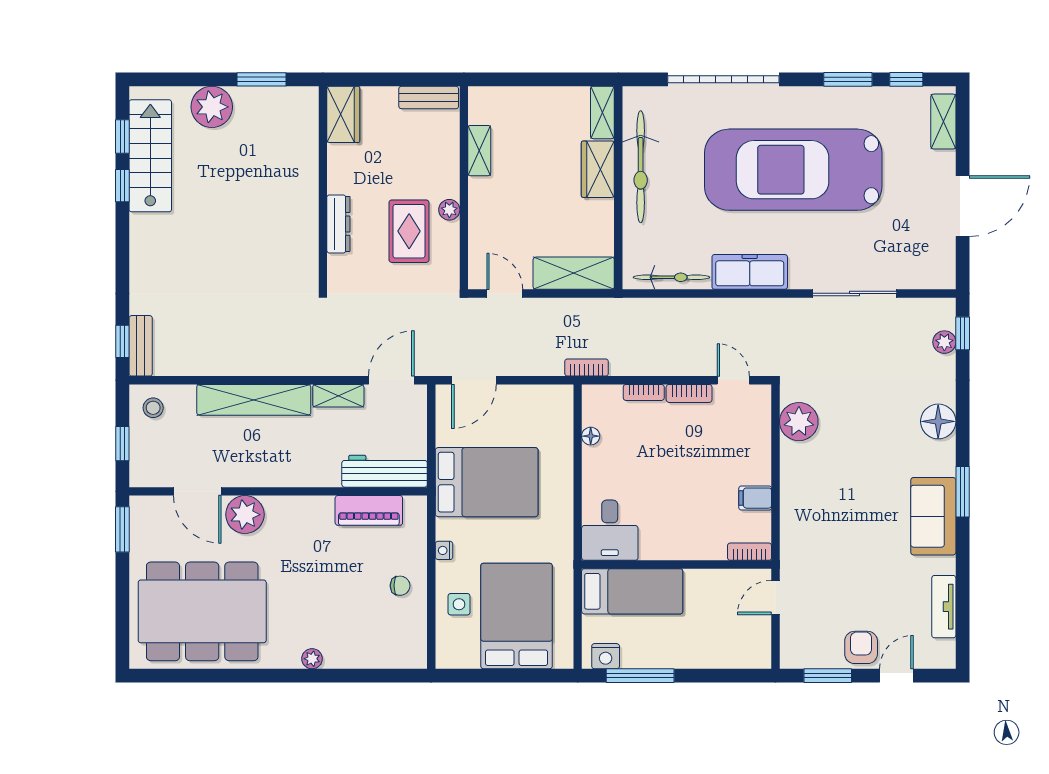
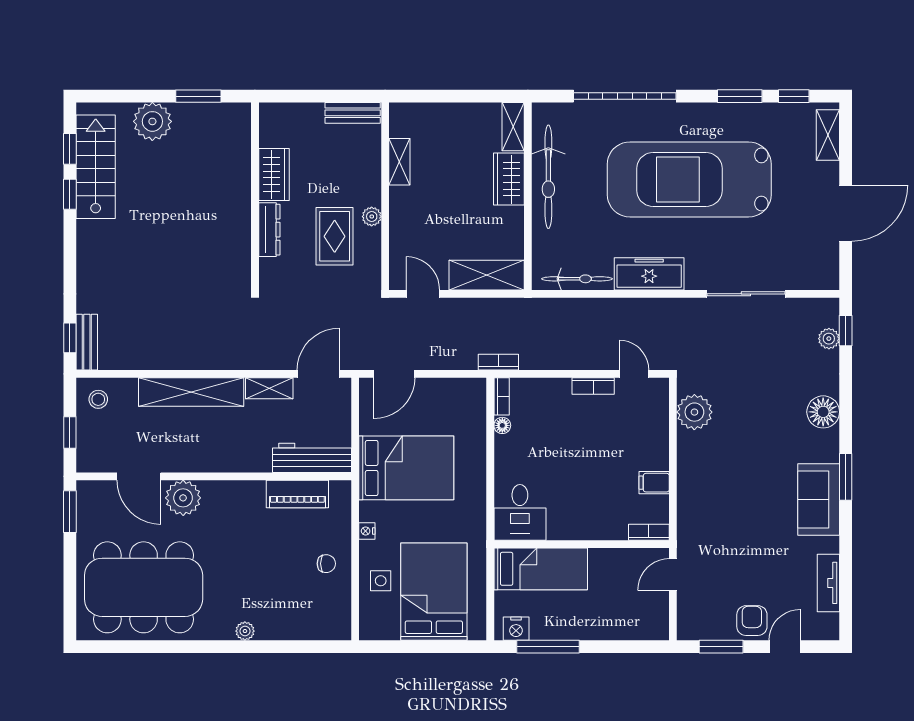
wardrobe: (343, 114) -> (274, 175), moved
bookcase: (644, 392) -> (502, 396), moved, turned -90

